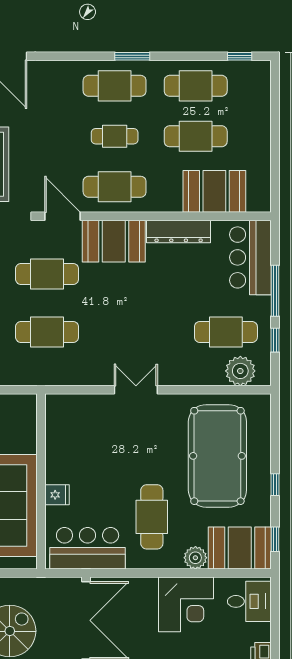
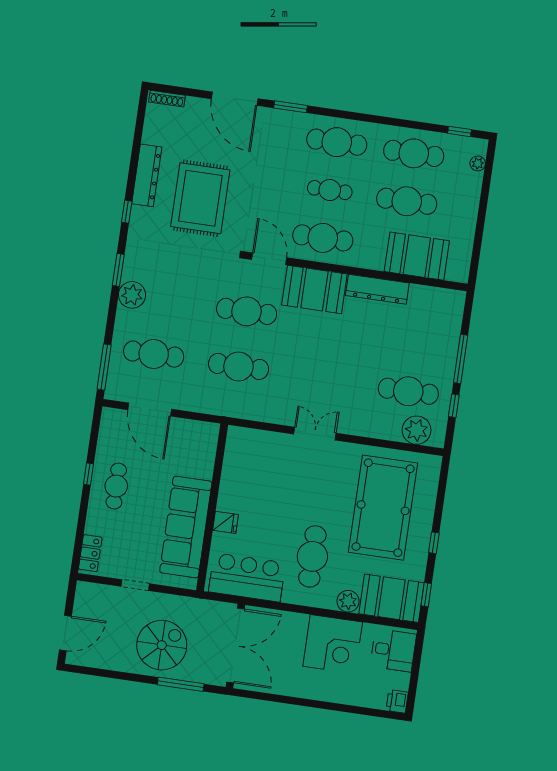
window: (132, 56) -> (290, 107), moved
plant: (263, 87) -> (478, 163), added
bar counter: (250, 257) -> (442, 324), removed

